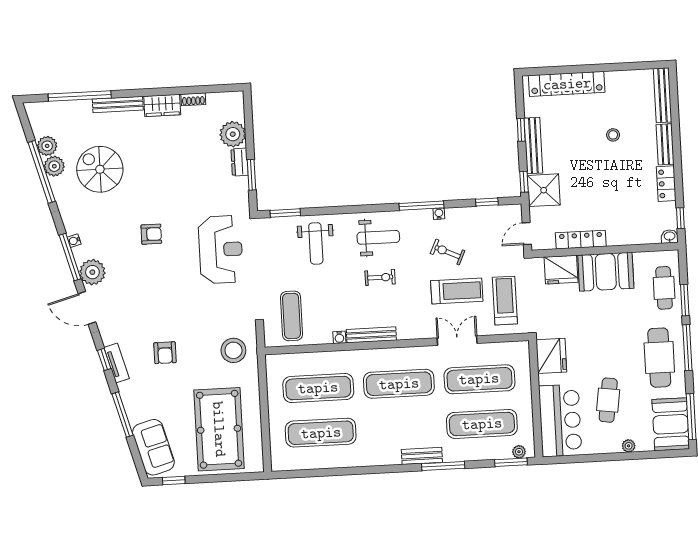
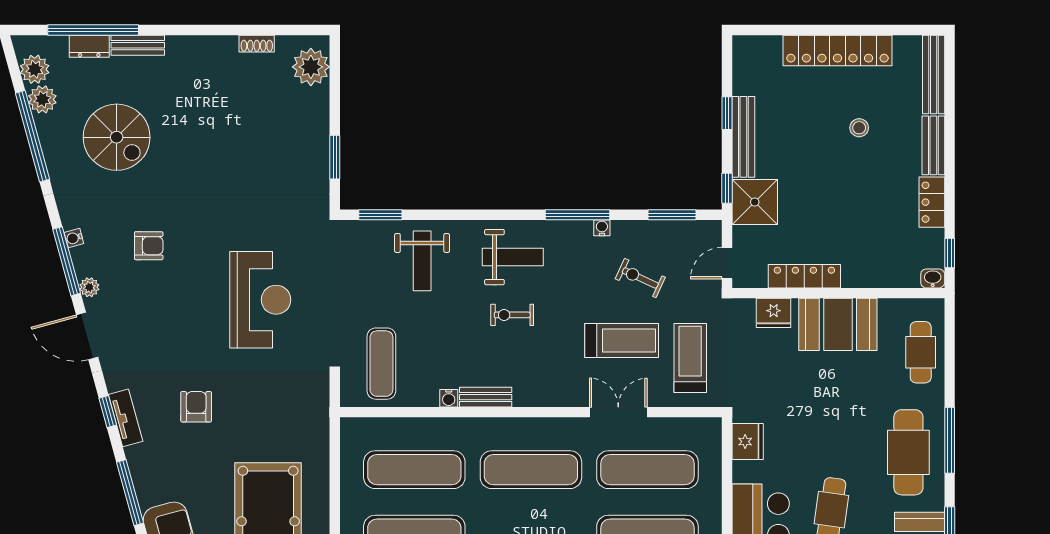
locker: (567, 84) -> (837, 50), moved
bench: (118, 105) -> (138, 45), width x0.73
wardrobe: (162, 105) -> (211, 50), removed
plant: (233, 134) -> (311, 67), moved
dresser: (240, 162) -> (89, 46), moved, turned -90
plant: (54, 166) -> (35, 69), moved
spiral stairs: (100, 169) -> (117, 137), turned 180
window: (487, 202) -> (672, 215), width x1.50
armchair: (151, 234) -> (149, 246), moved
reception desk: (221, 250) -> (260, 300), moved
exercise bike: (448, 252) -> (640, 278), moved
fridge: (561, 270) -> (774, 313), width x0.73, depth x0.75
plant: (92, 272) -> (89, 287), width x0.53, depth x0.53
exercise bike: (380, 277) -> (512, 315), turned 180
window: (685, 300) -> (950, 371), removed
bench: (371, 335) -> (486, 397), width x0.73
stool: (233, 350) -> (295, 409), removed
armchair: (165, 353) -> (196, 407), turned 180
fridge: (551, 356) -> (748, 442), width x0.73, depth x0.75

